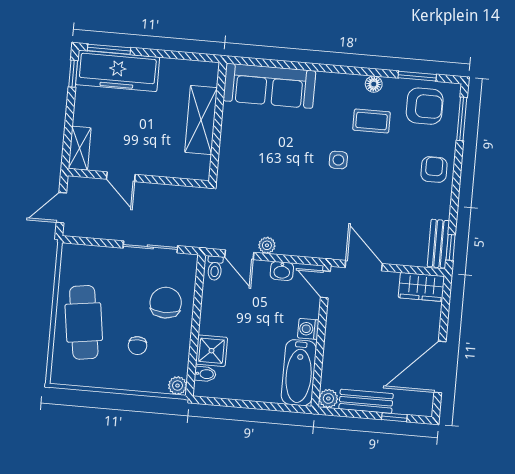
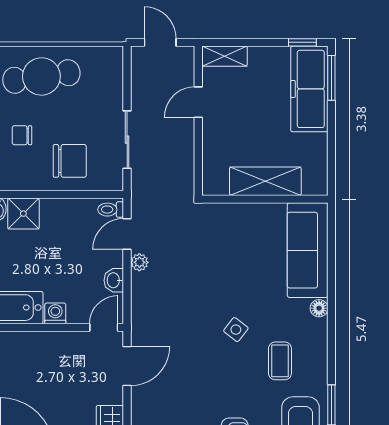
floor lamp: (374, 84) -> (319, 308), moved
side table: (338, 160) -> (236, 330), turned 38

